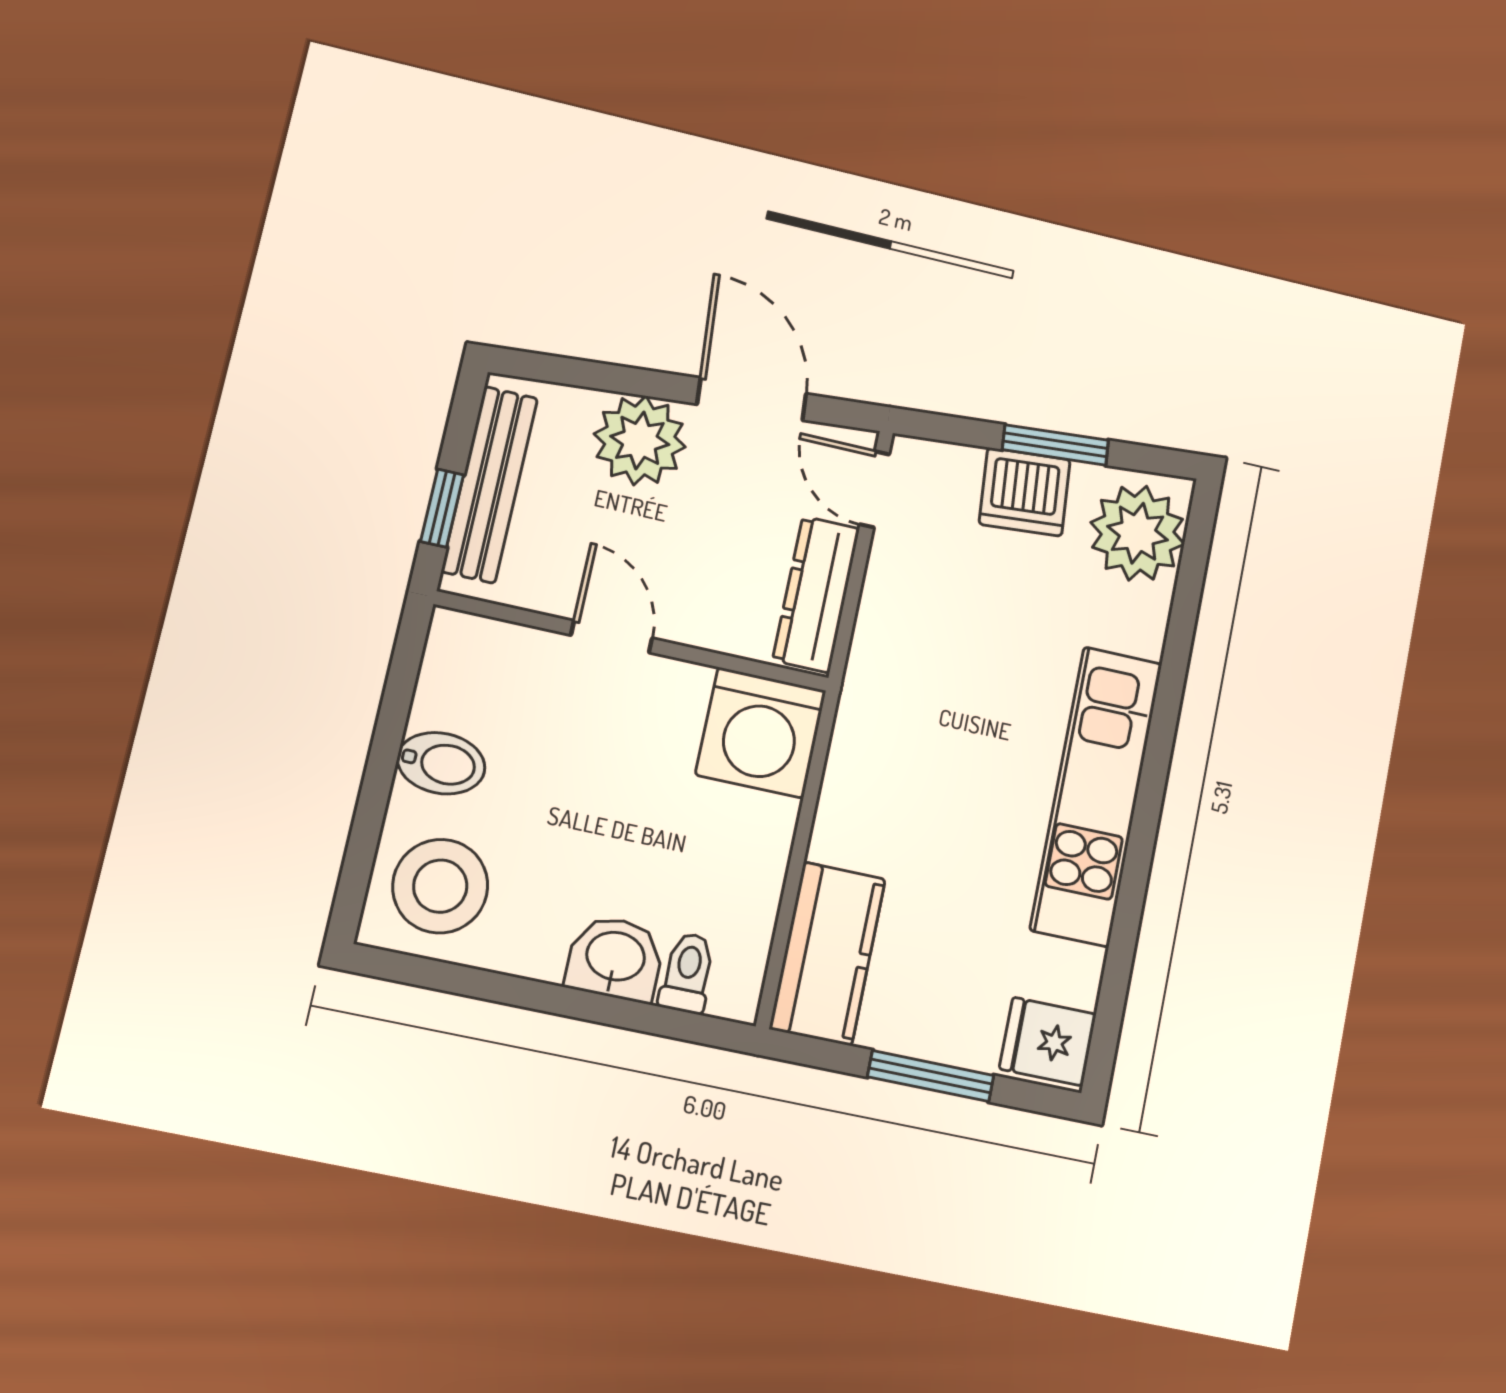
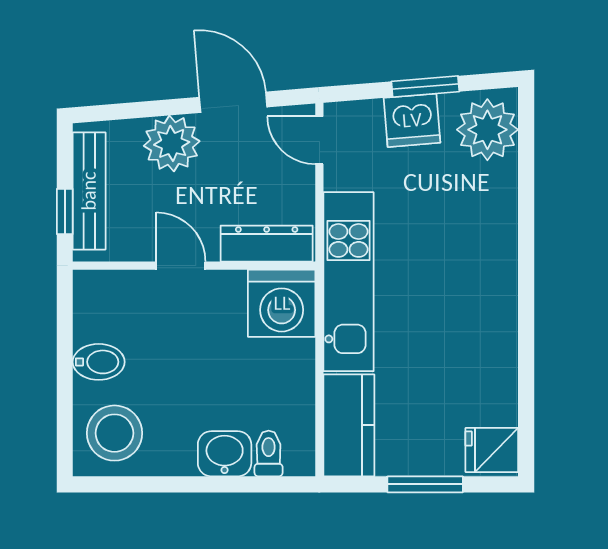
dresser: (816, 594) -> (267, 244), moved, turned 90
kitchen unit: (1096, 796) -> (348, 282), moved, turned 180

